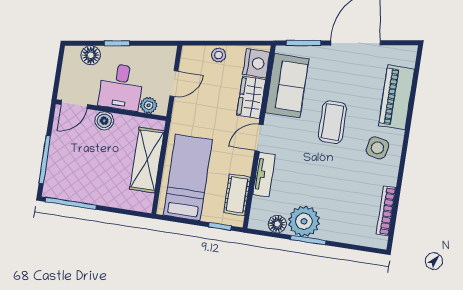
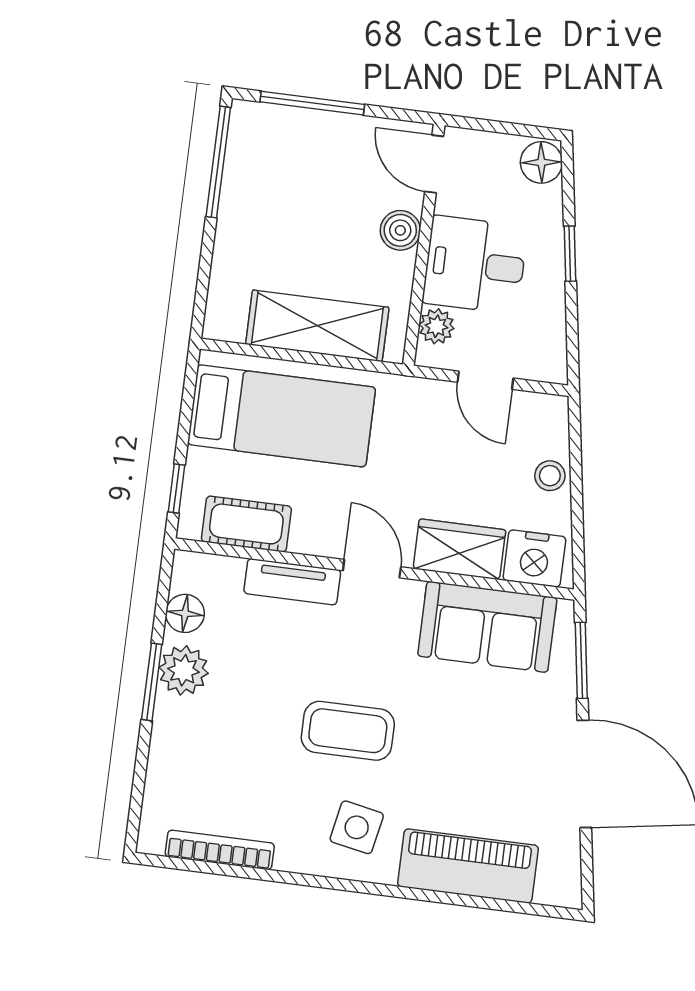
floor lamp: (91, 55) -> (541, 162), moved
coffee table: (333, 122) -> (348, 731), moved
plant: (304, 221) -> (184, 670), width x0.73, depth x0.73

